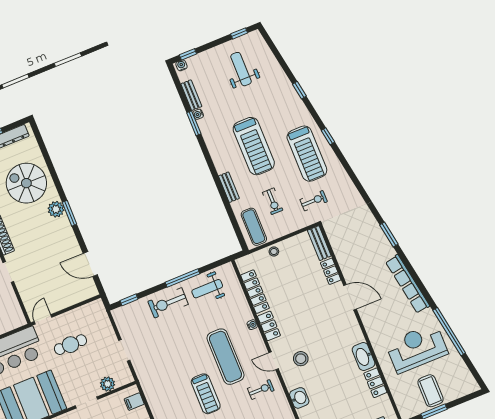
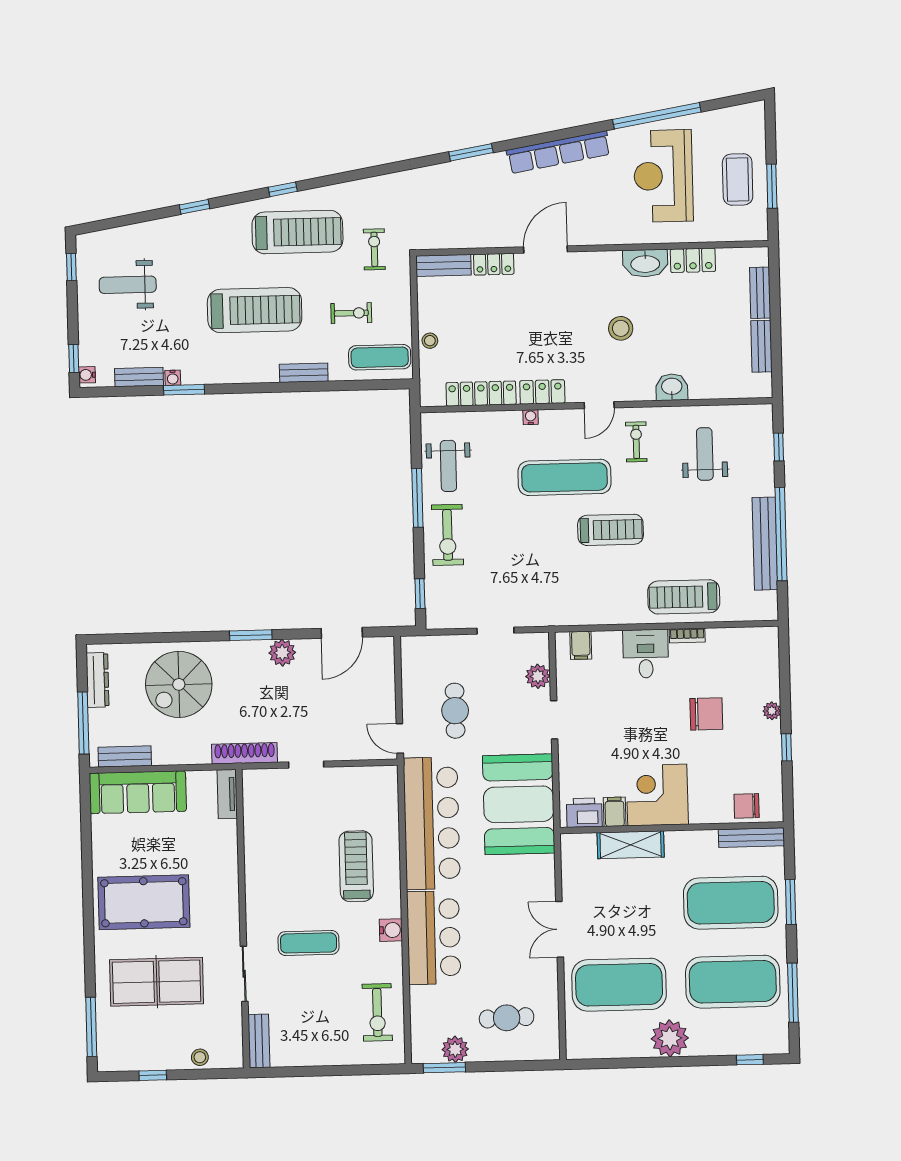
plant: (56, 209) -> (282, 653), moved
stool: (301, 359) -> (621, 328), moved
coffee table: (430, 391) -> (738, 179), turned 90

